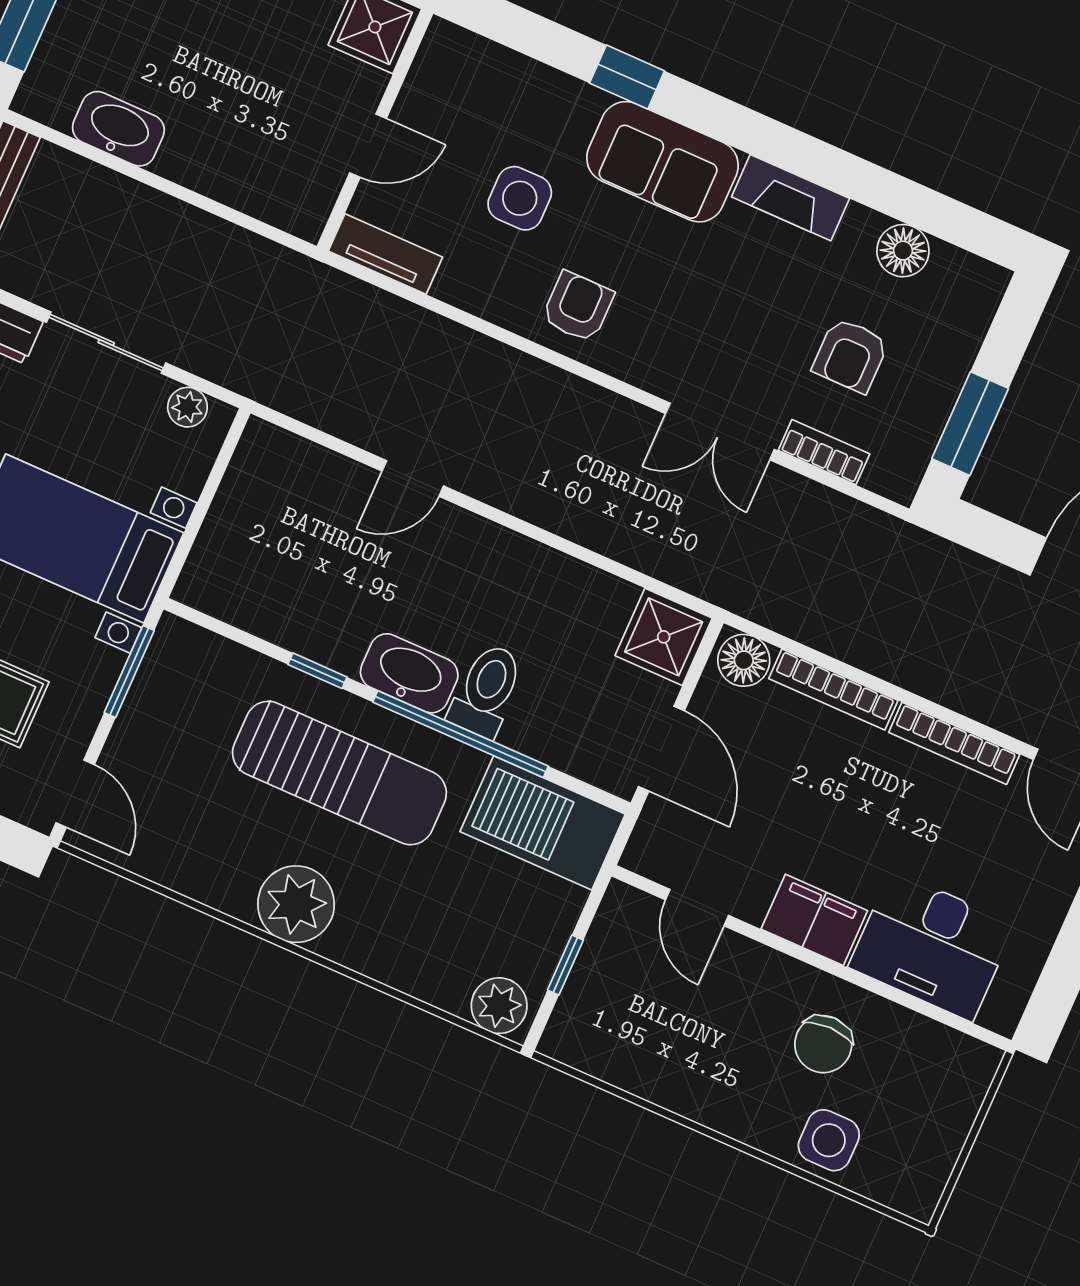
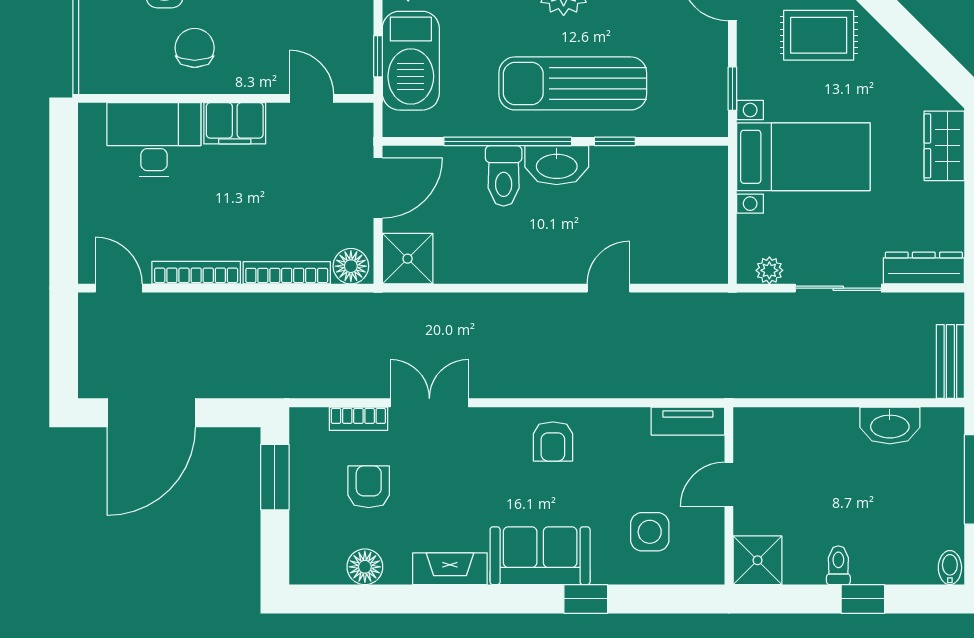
side table: (520, 198) -> (650, 532), moved
window: (129, 672) -> (732, 89), width x0.67
door: (661, 749) -> (378, 188), swing flipped
barbecue: (543, 823) -> (411, 61), moved, turned 90
window: (565, 965) -> (378, 56), moved

